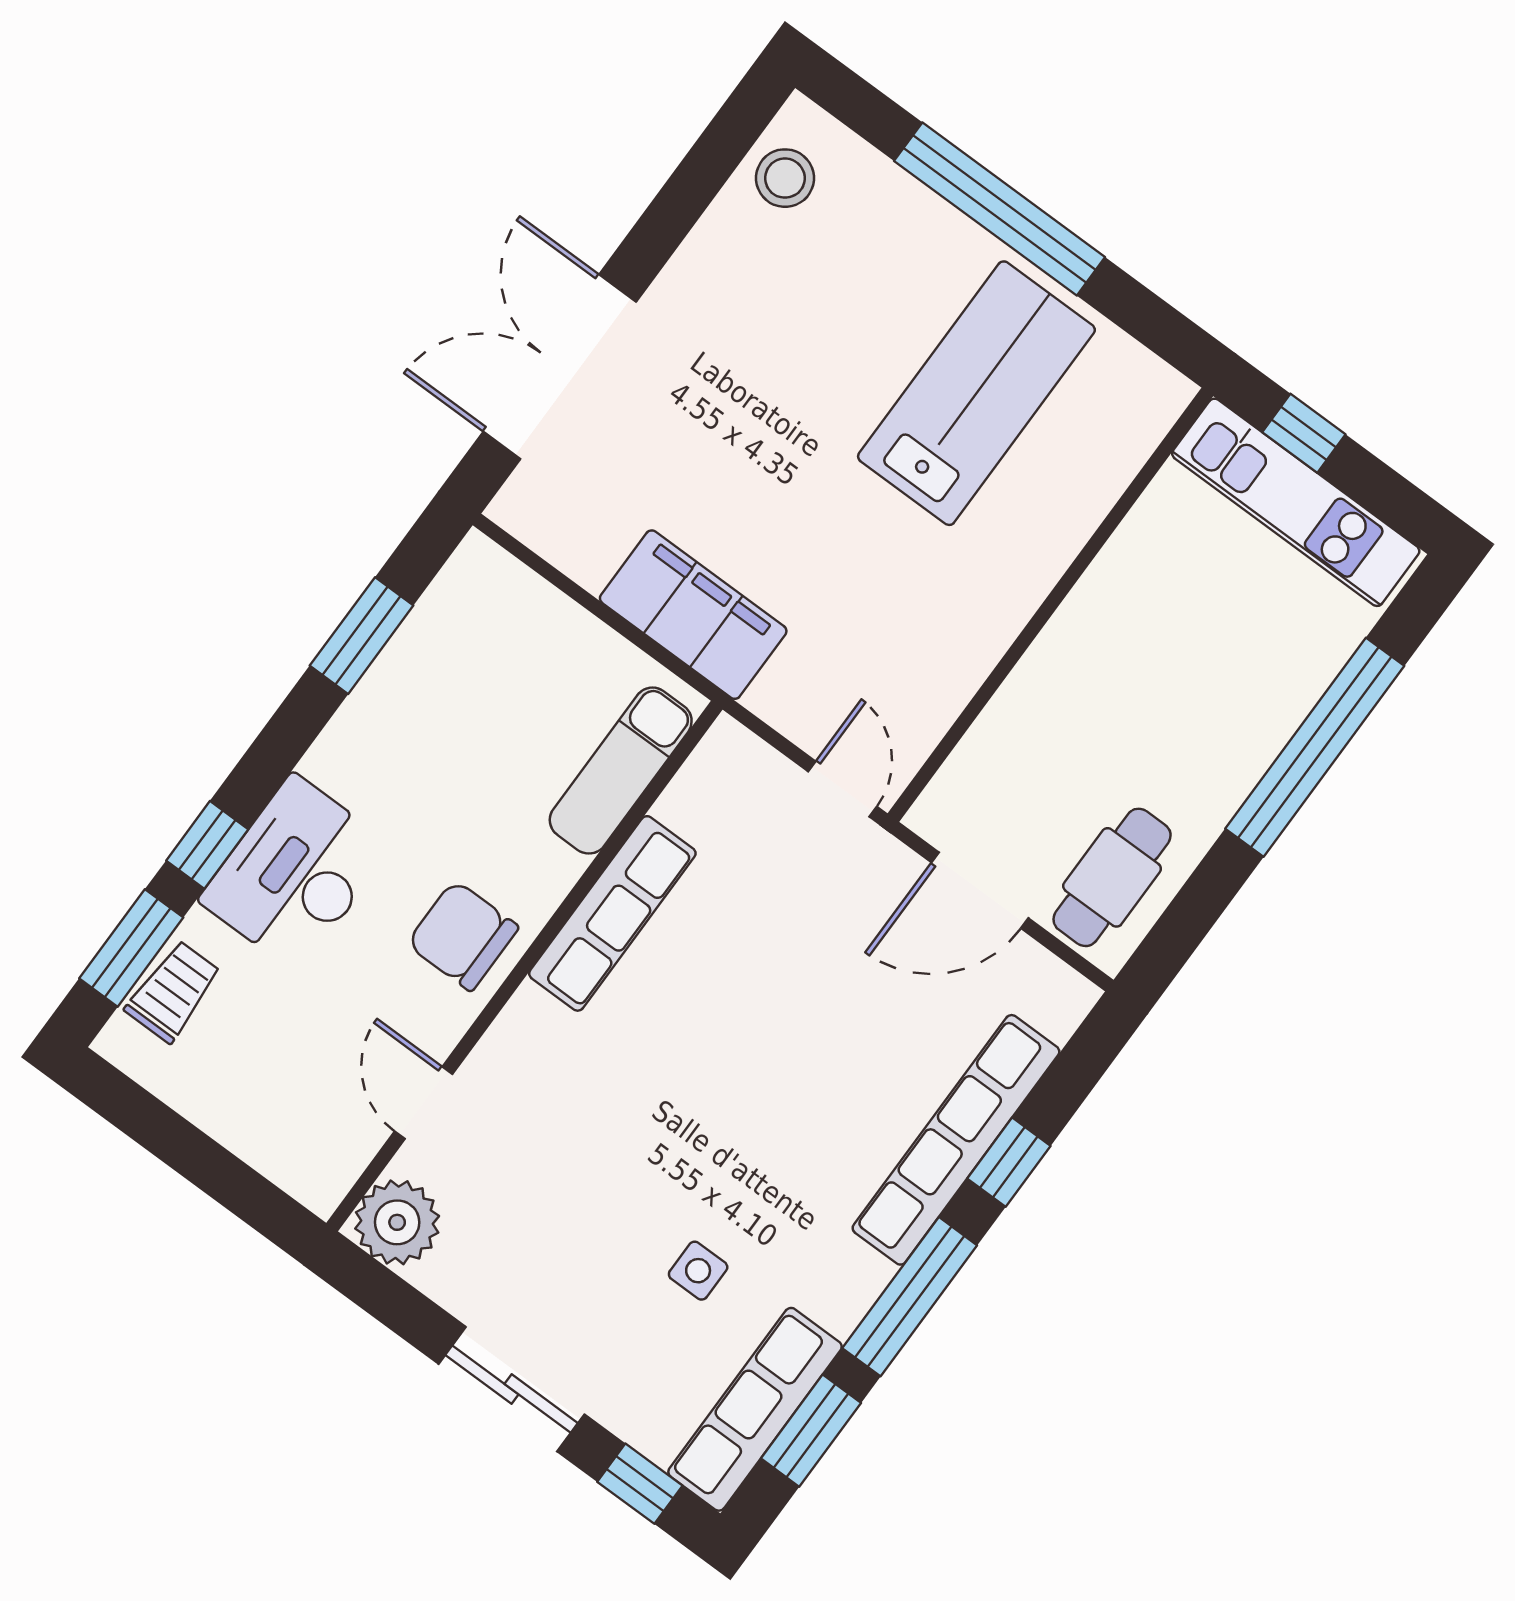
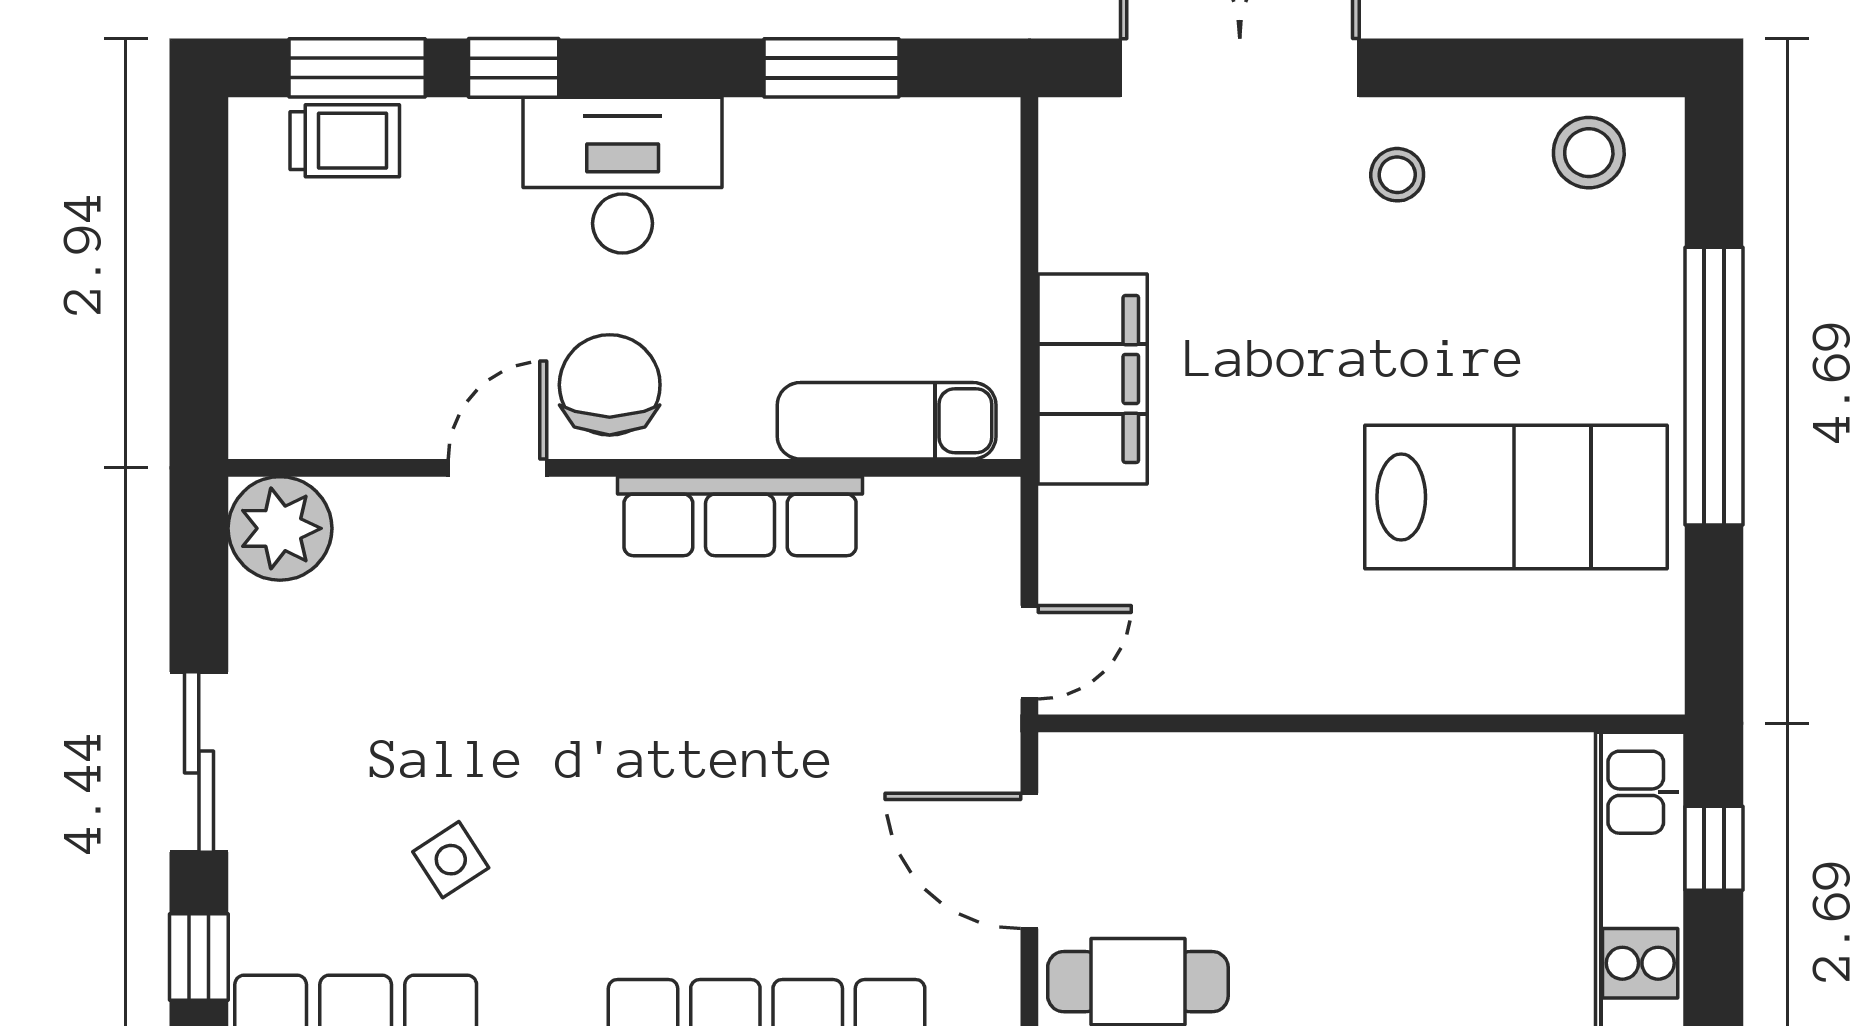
stool: (707, 315) -> (1397, 175), added
desk: (295, 873) -> (623, 175), moved
door: (424, 1103) -> (497, 468), moved
side table: (698, 1271) -> (451, 860), turned -33

